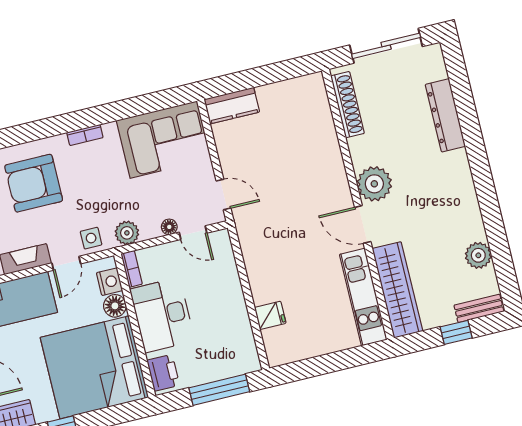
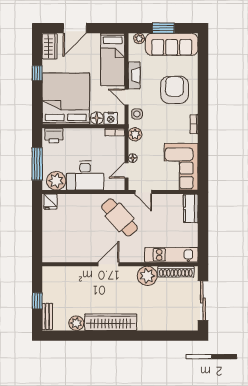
dresser: (445, 115) -> (157, 324), removed
plant: (374, 184) -> (147, 276), moved
door: (223, 195) -> (143, 192), hinge flipped
cafe table: (277, 225) -> (120, 217), added
wardrobe: (397, 290) -> (111, 322), moved, turned 180
kitchen unit: (363, 297) -> (171, 255), moved
desk: (162, 315) -> (85, 176), moved, turned 180
fridge: (270, 315) -> (50, 202), moved
plant: (240, 350) -> (56, 181), added

